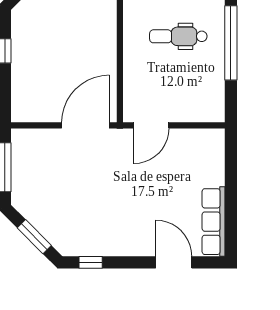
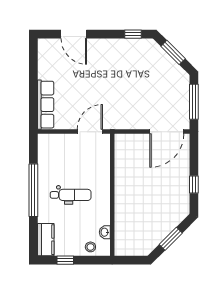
door: (85, 125) -> (167, 132), moved
row of seats: (214, 222) -> (46, 105), moved

